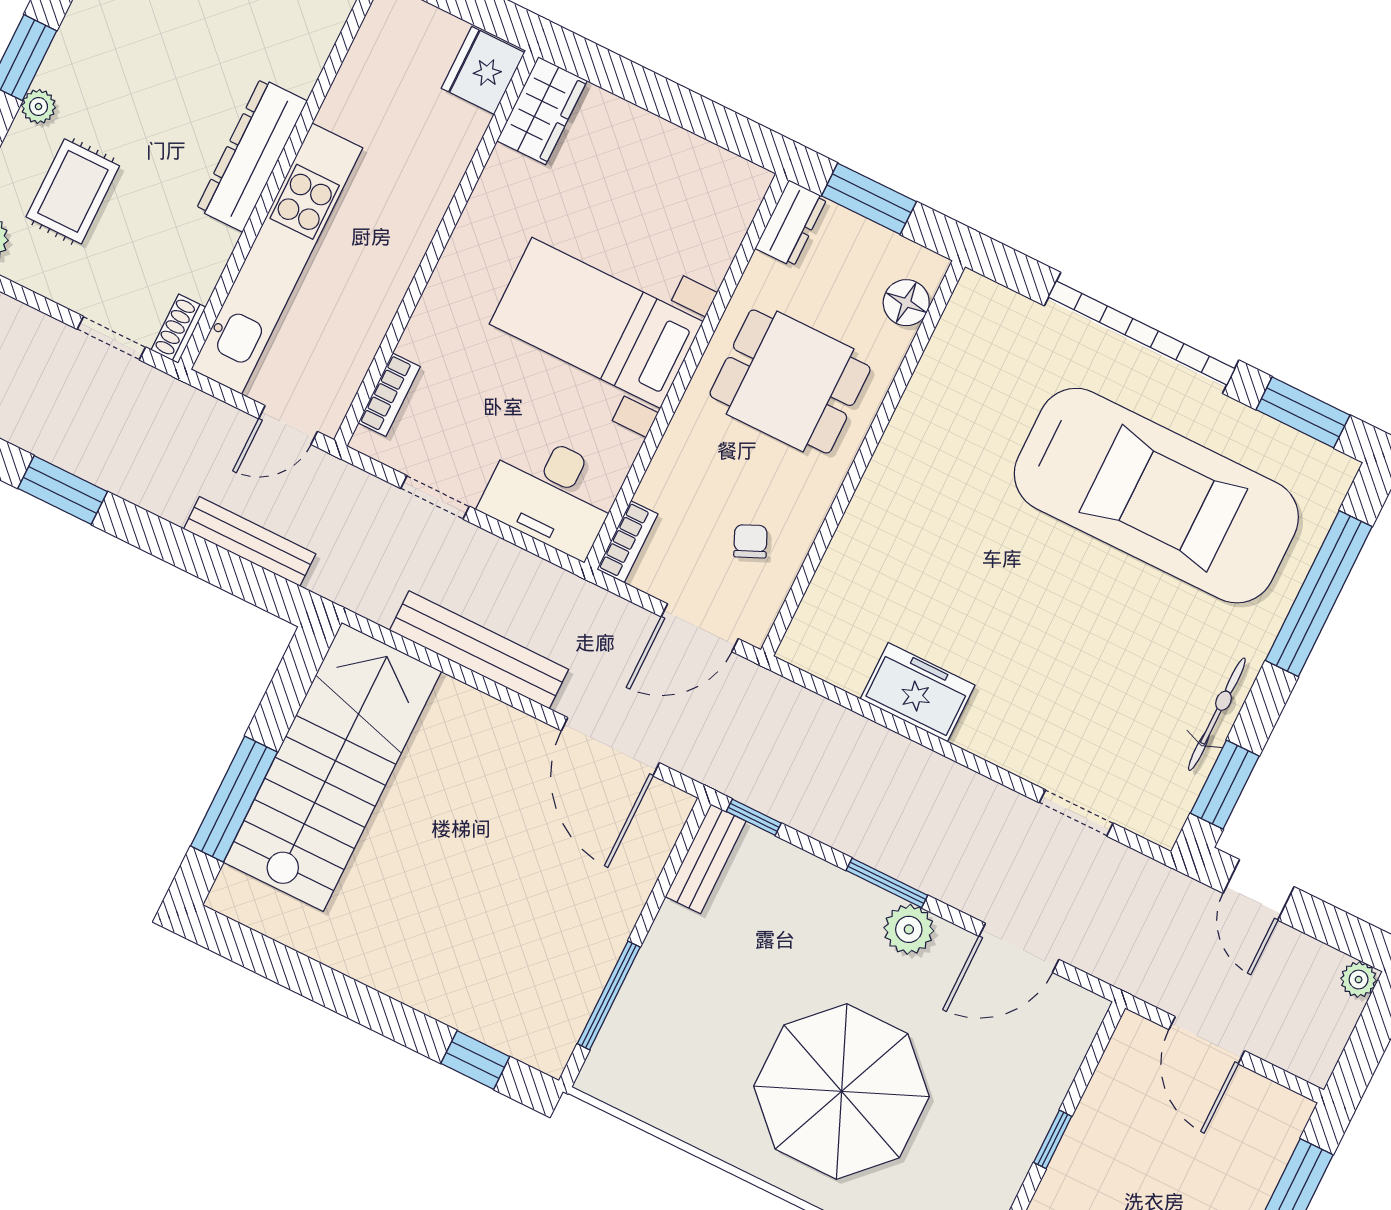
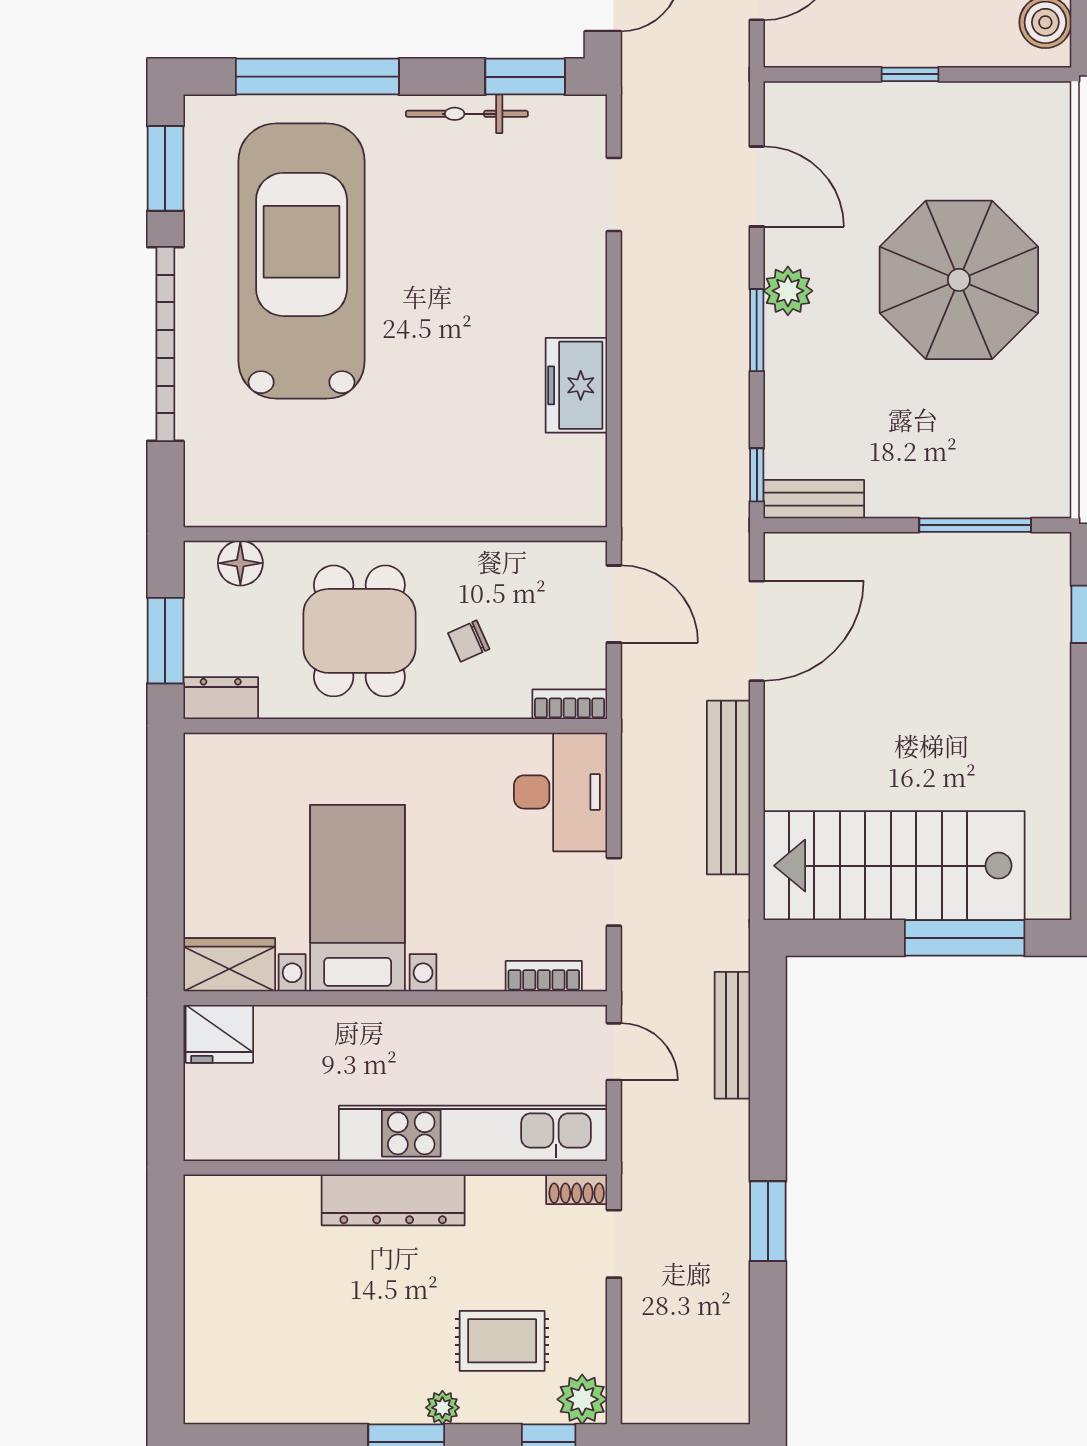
bed with nightstands: (596, 323) -> (358, 898), moved, turned 180
chair: (750, 541) -> (469, 641), moved

